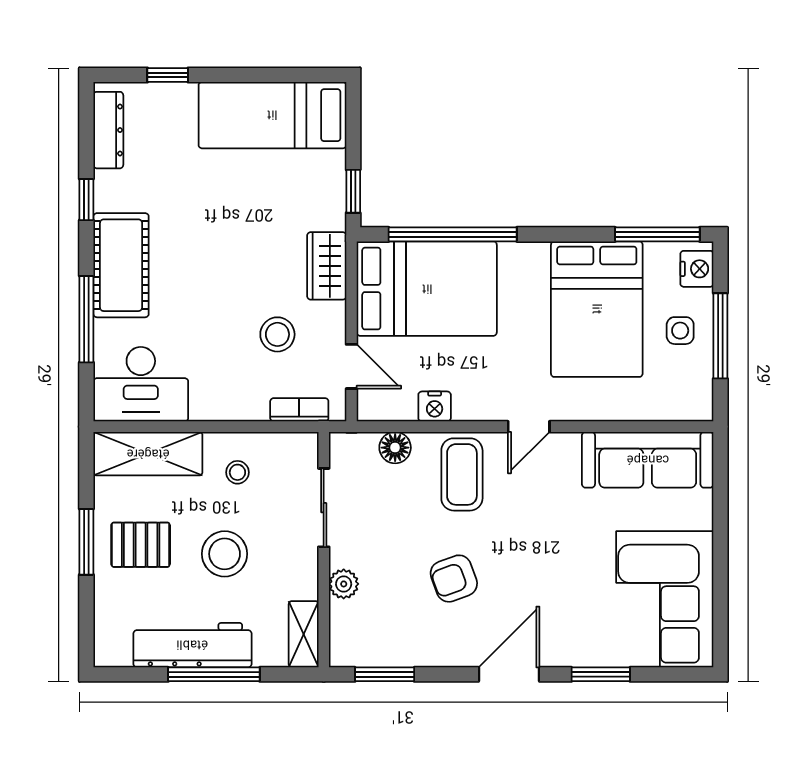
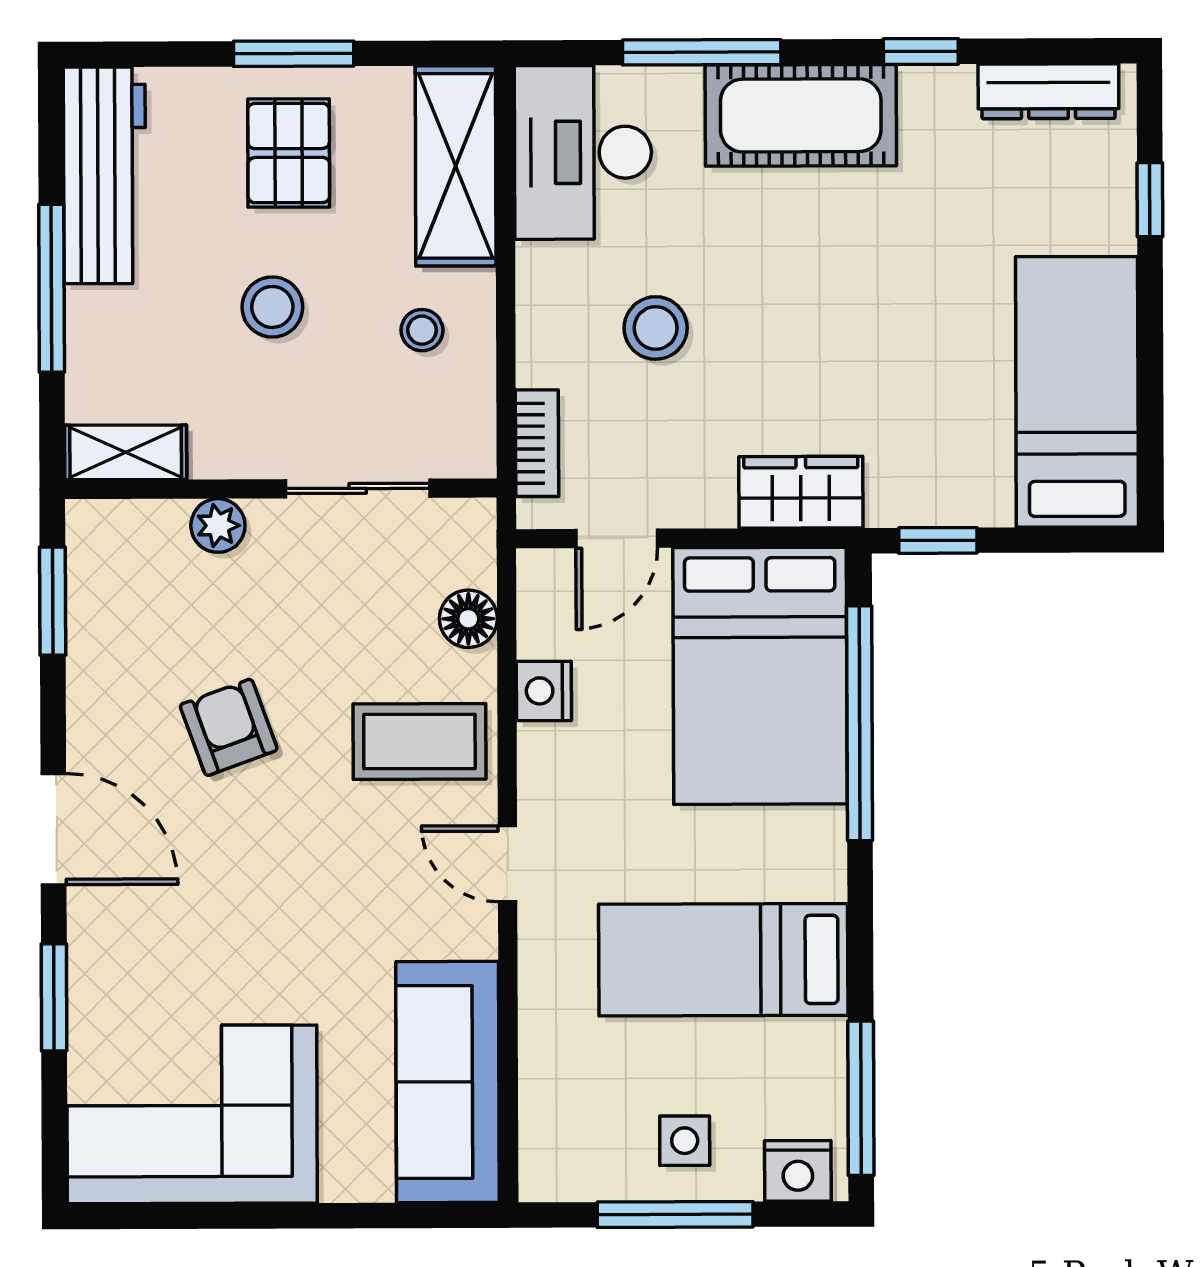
bed: (597, 309) -> (723, 960), width x0.67
stool: (277, 334) -> (656, 328), moved
stool: (225, 554) -> (272, 307), width x0.73, depth x0.73
workbench: (192, 645) -> (105, 175), moved

